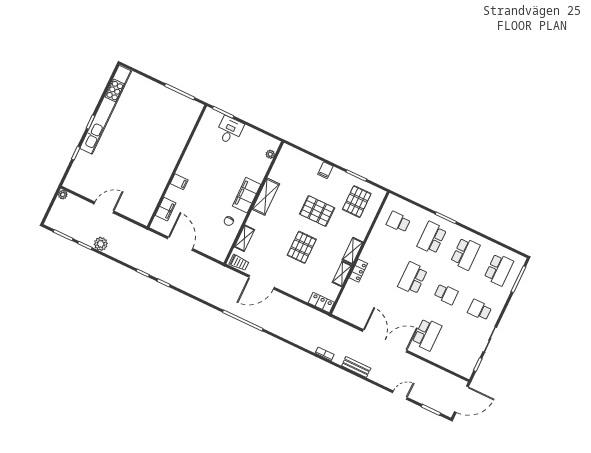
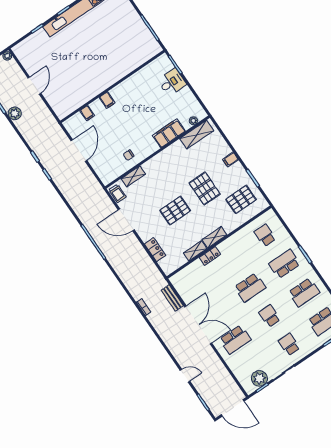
filing cabinet: (247, 195) -> (169, 133), moved
shelving: (266, 197) -> (197, 135), moved
door: (104, 208) -> (34, 86), hinge flipped
filing cabinet: (166, 209) -> (87, 113), width x0.50
school desk: (413, 278) -> (250, 287), turned 180
school desk: (446, 294) -> (270, 316), turned 180
locker: (321, 303) -> (155, 250), moved
plant: (470, 357) -> (259, 378), added
bench: (356, 367) -> (172, 298), moved

